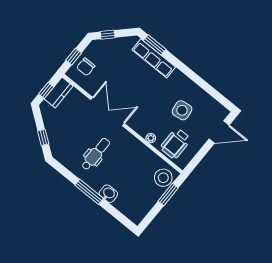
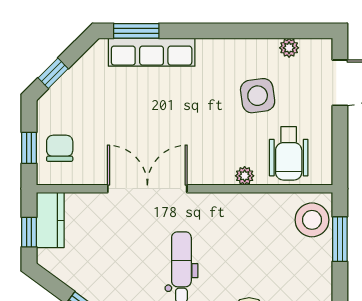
chair: (86, 67) -> (60, 148), turned 180
plant: (210, 101) -> (289, 48), added

